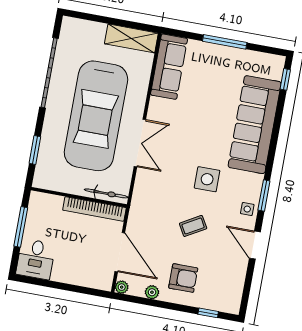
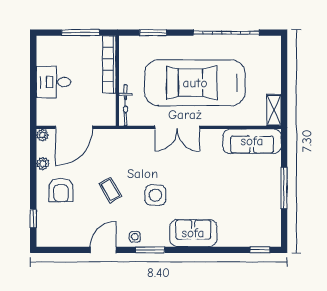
shelving: (131, 38) -> (274, 110), width x0.67, depth x0.75
sofa: (255, 125) -> (193, 233), width x0.54, depth x0.79
bookcase: (94, 209) -> (109, 65), moved
desk: (36, 259) -> (54, 82), moved

